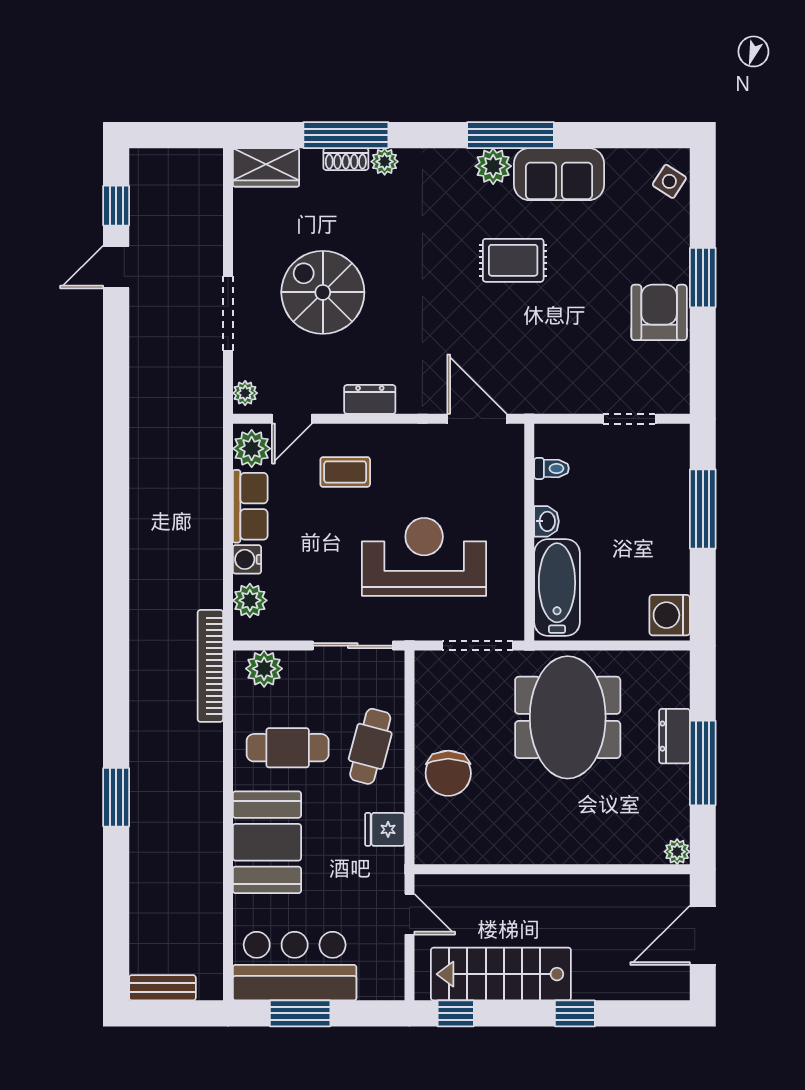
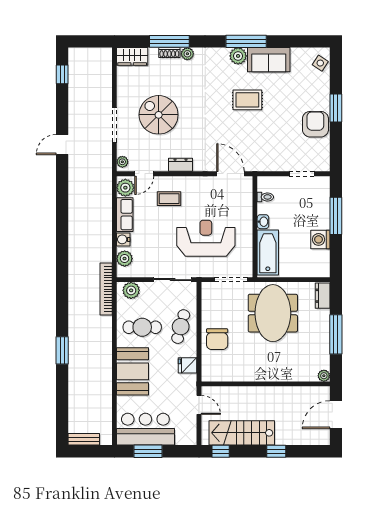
door: (116, 267) -> (62, 145), moved
washing machine: (670, 615) -> (320, 239), moved
dresser: (674, 736) -> (323, 296), moved

